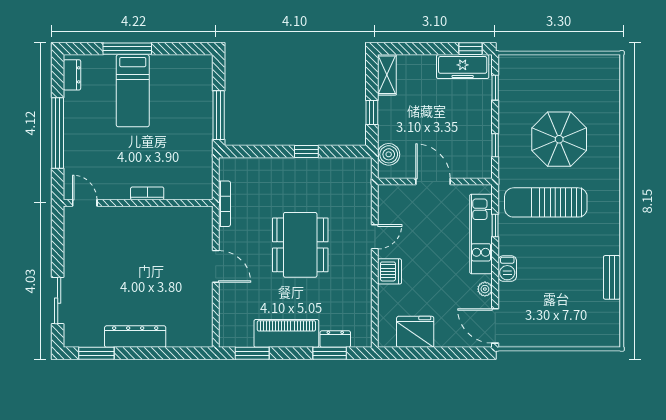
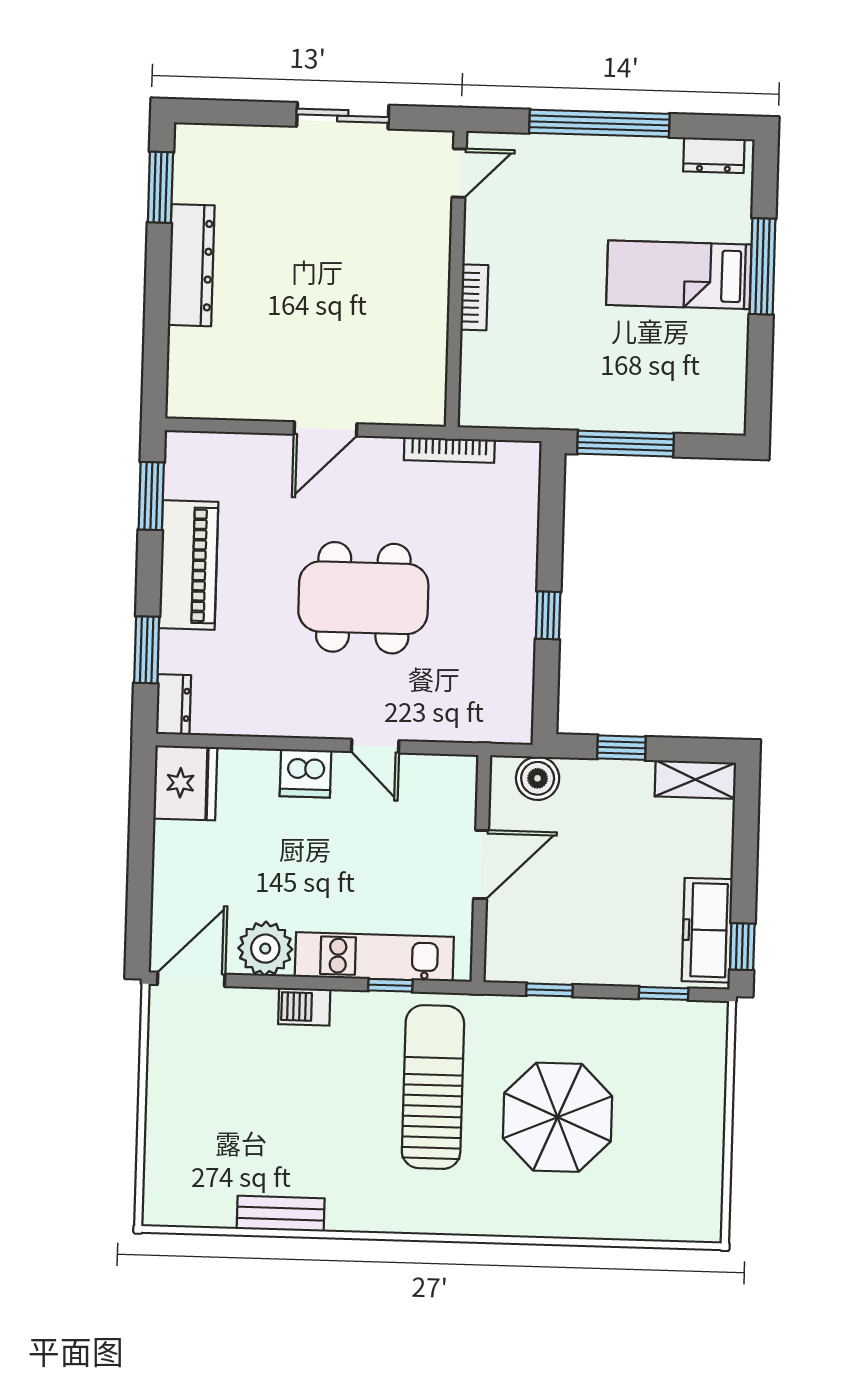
plant: (485, 289) -> (265, 949), width x1.87, depth x1.87
sliding door: (58, 301) -> (343, 116), moved
fridge: (415, 332) -> (185, 783), moved
dresser: (335, 339) -> (173, 705), moved

